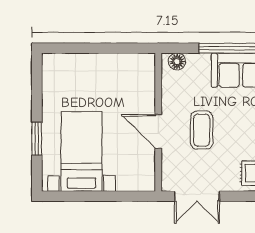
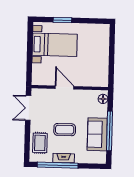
coffee table: (202, 130) -> (65, 130), moved
door: (158, 131) -> (65, 87), hinge flipped

